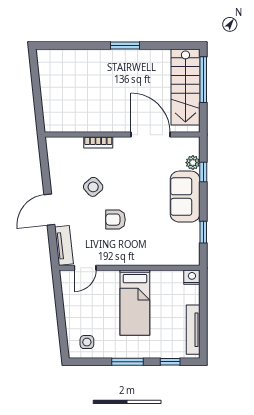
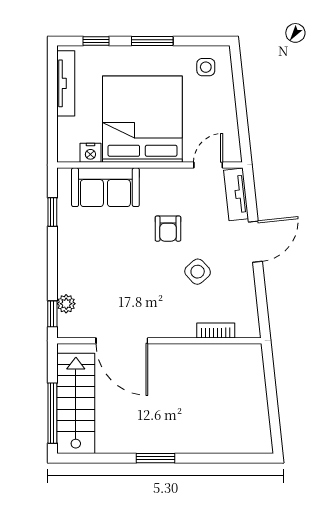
bookcase: (98, 142) -> (216, 330), moved
window: (203, 172) -> (52, 314), moved
sofa: (185, 197) -> (105, 187), moved, turned 90
armchair: (116, 220) -> (168, 229), turned 90
nightstand: (192, 277) -> (90, 153), moved
bed: (135, 303) -> (142, 119), width x2.04

